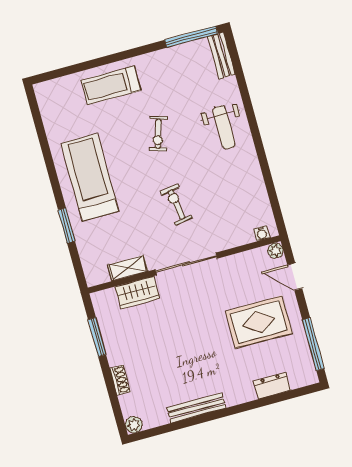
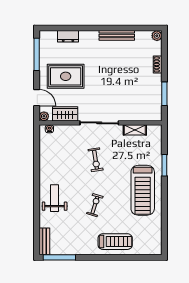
wardrobe: (137, 292) -> (65, 114), moved

